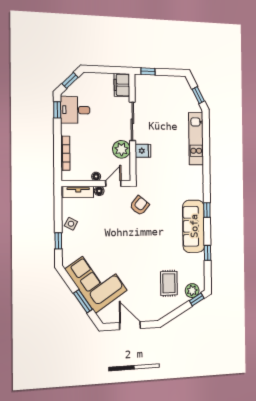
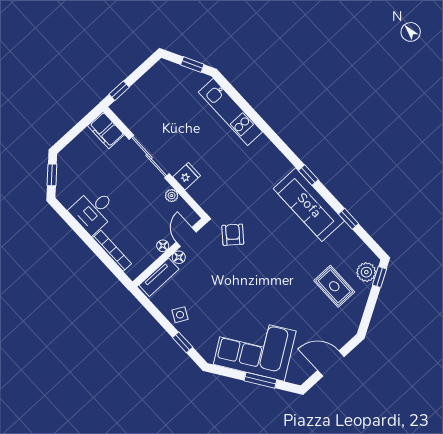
window: (57, 110) -> (66, 216), removed
desk: (75, 110) -> (94, 211), moved
plant: (121, 149) -> (172, 196), width x0.53, depth x0.53

